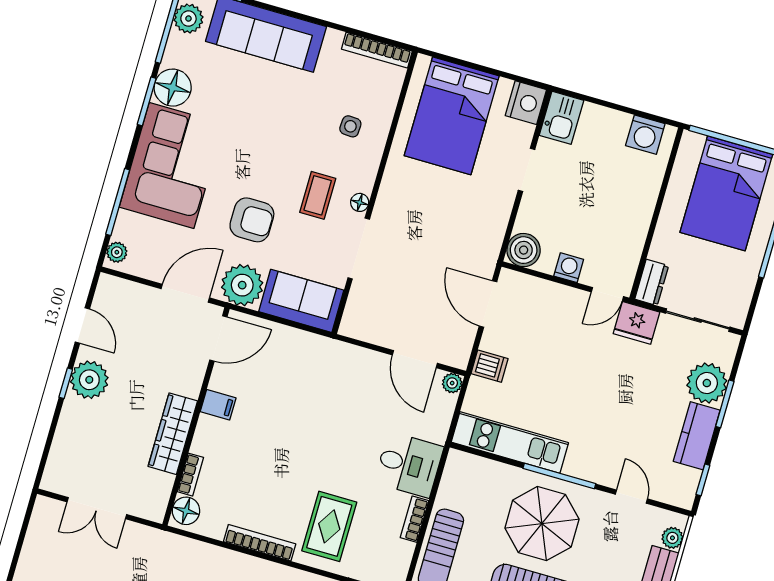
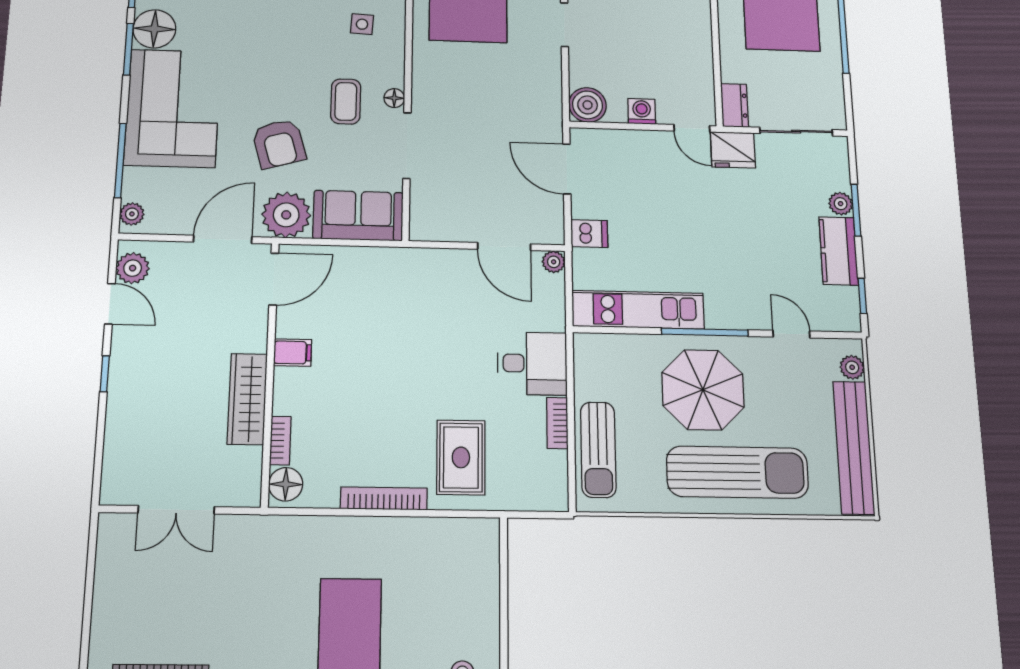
armchair: (252, 220) -> (279, 144), turned 74
door: (607, 294) -> (692, 128), hinge flipped
plant: (89, 380) -> (133, 268), moved, width x0.73, depth x0.73
plant: (707, 383) -> (841, 204), width x0.53, depth x0.53

